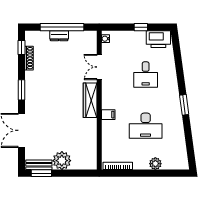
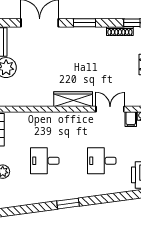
filing cabinet: (108, 115) -> (131, 119), moved
desk: (146, 126) -> (45, 161), width x0.73

